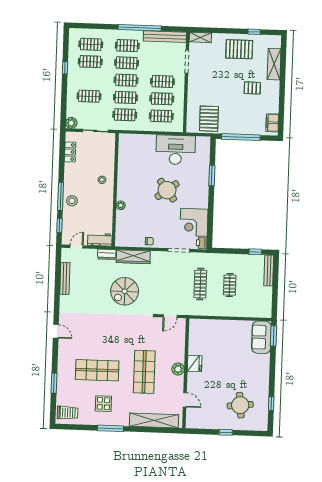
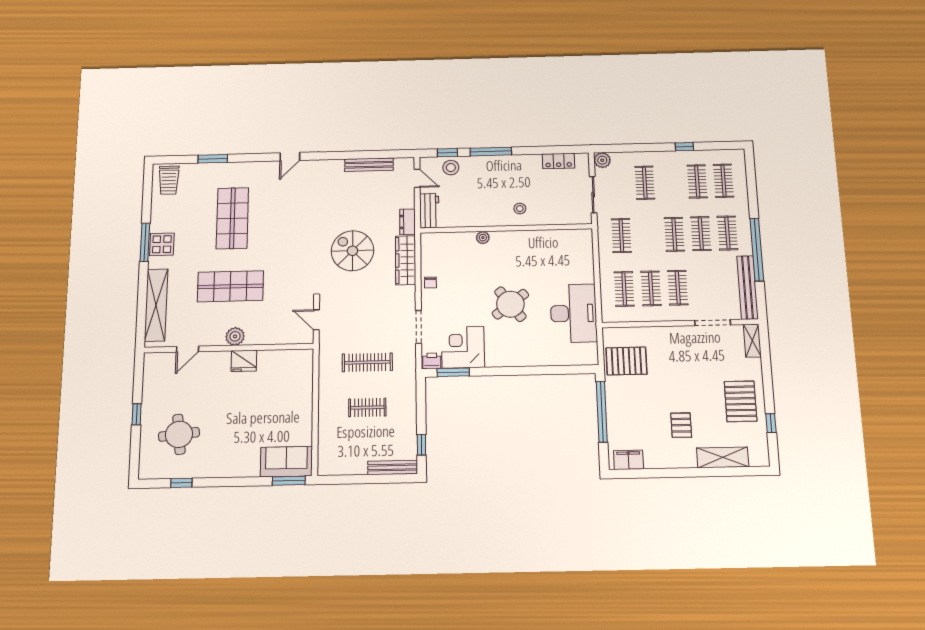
clothes rail: (125, 97) -> (648, 235), removed
window: (212, 176) -> (453, 372), moved
stool: (72, 201) -> (451, 168), moved
display table: (103, 404) -> (162, 244), moved

